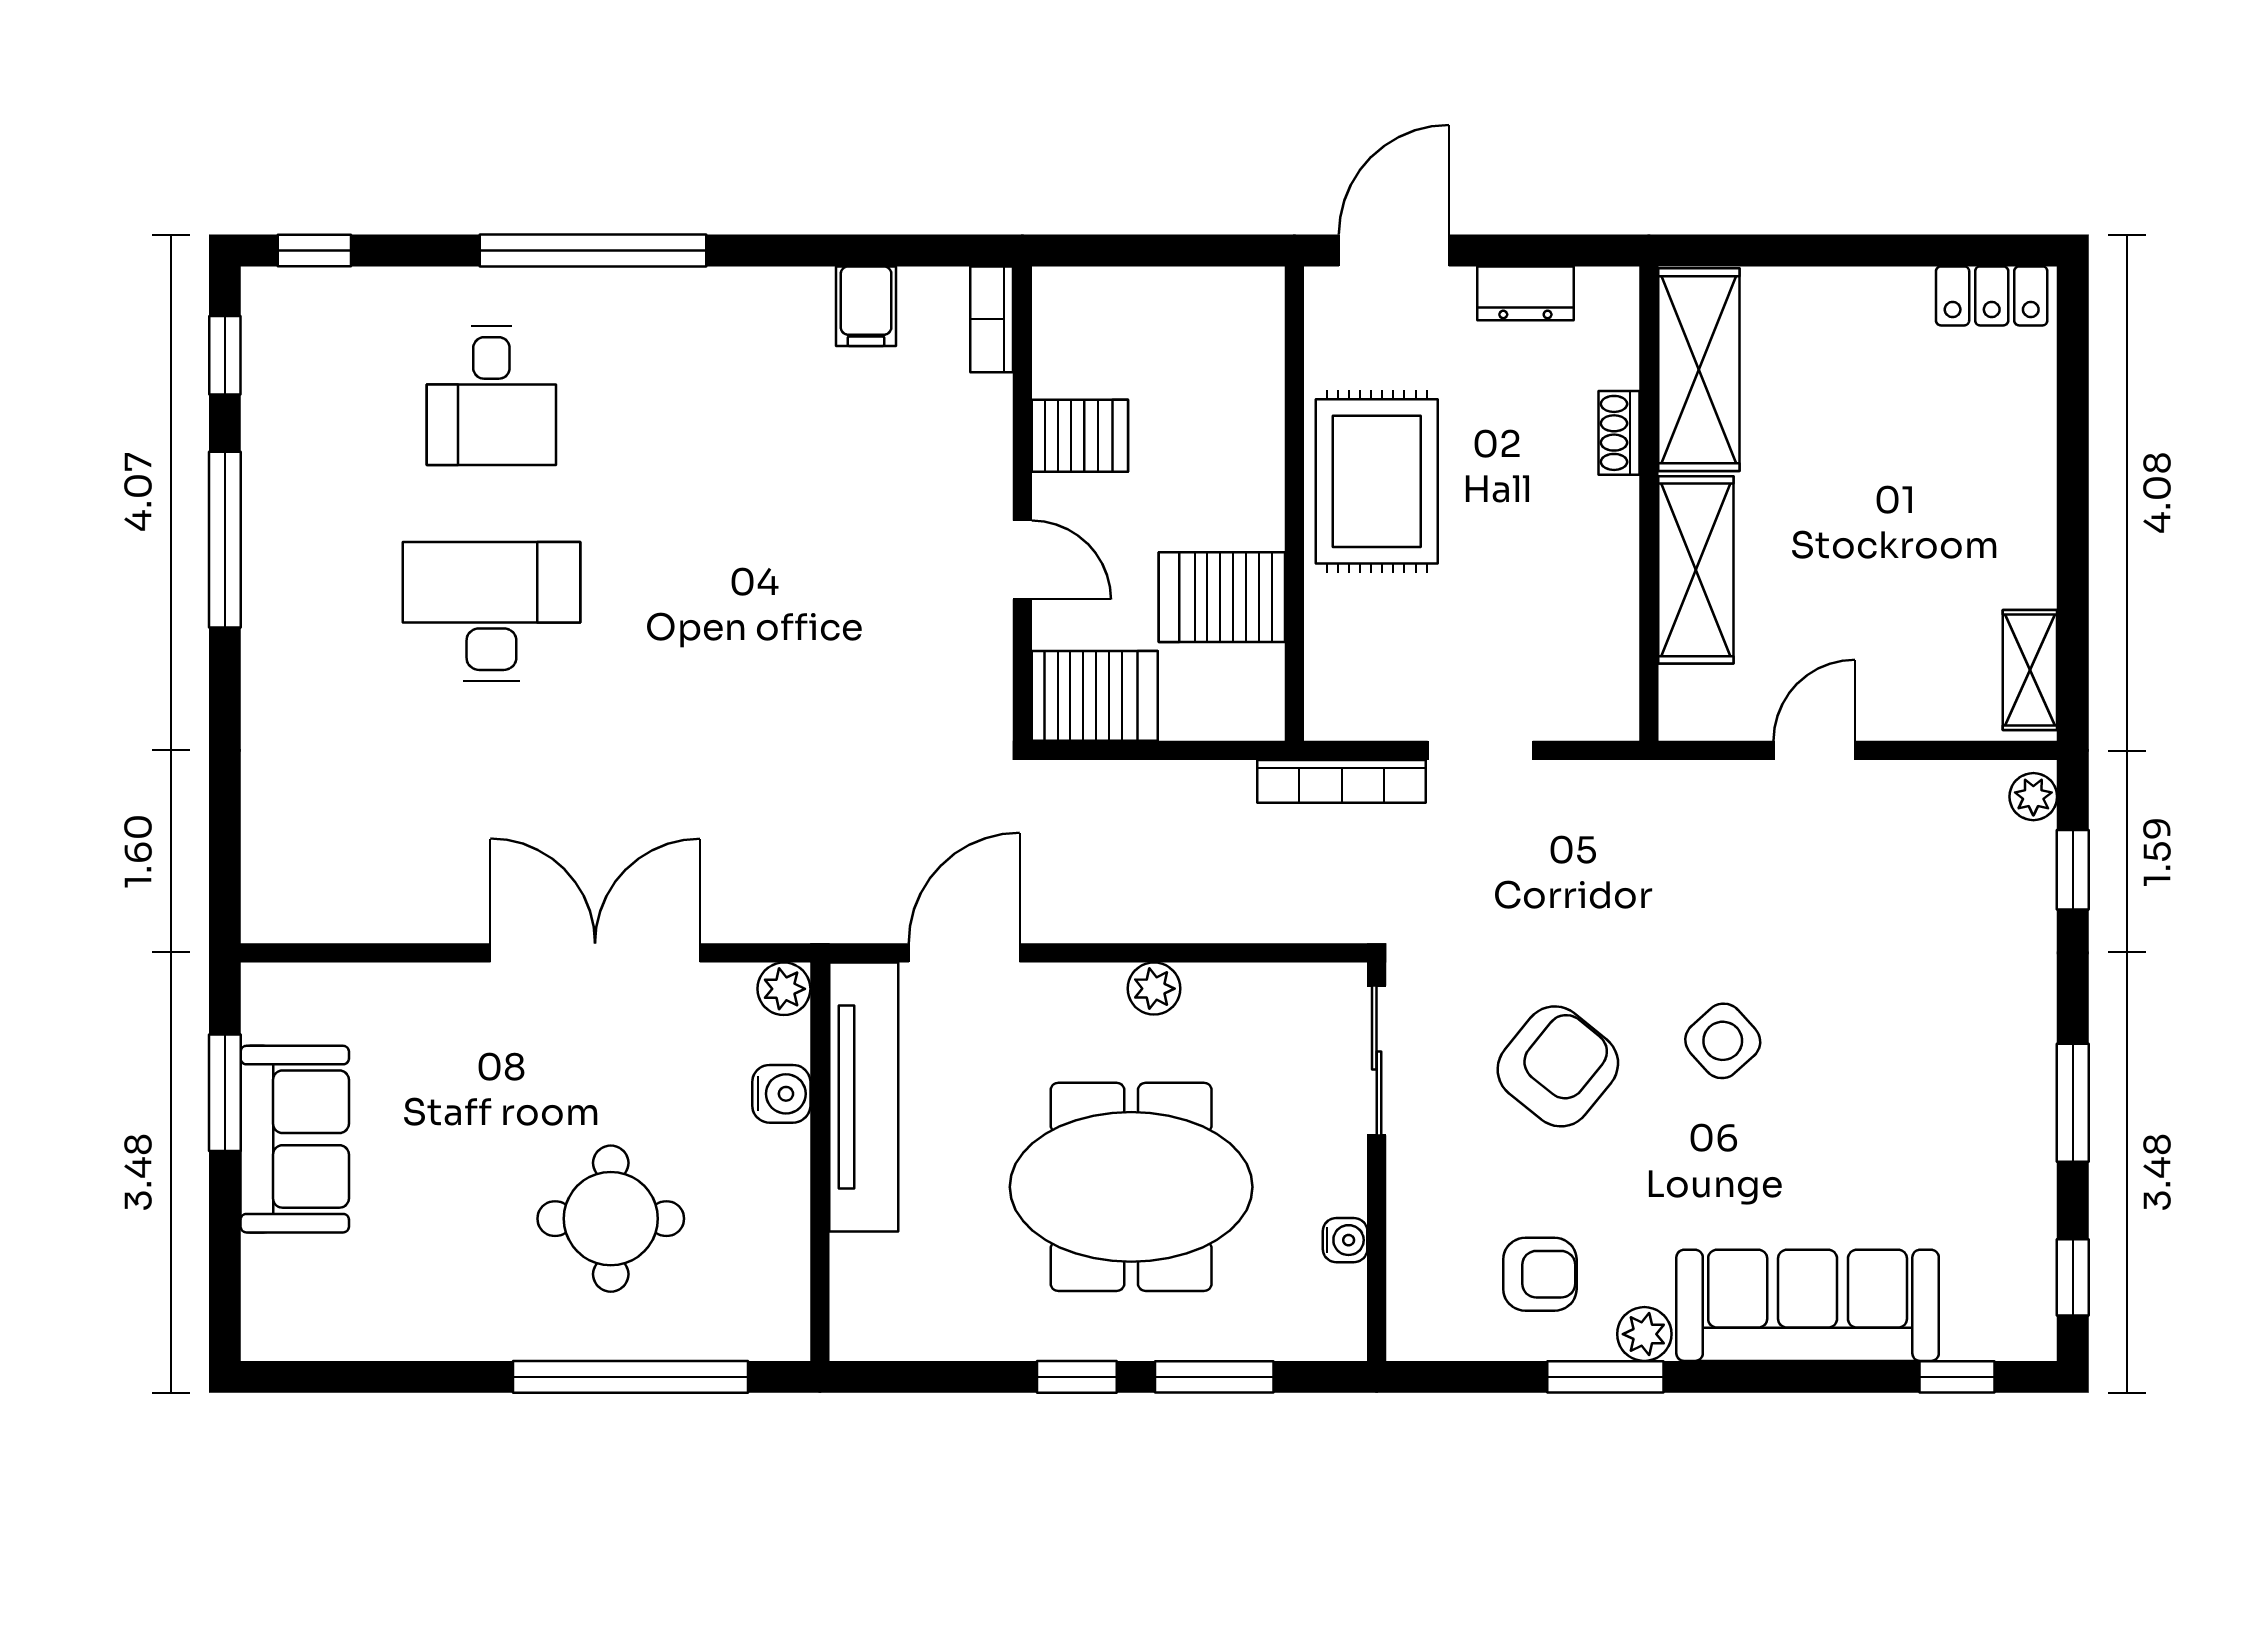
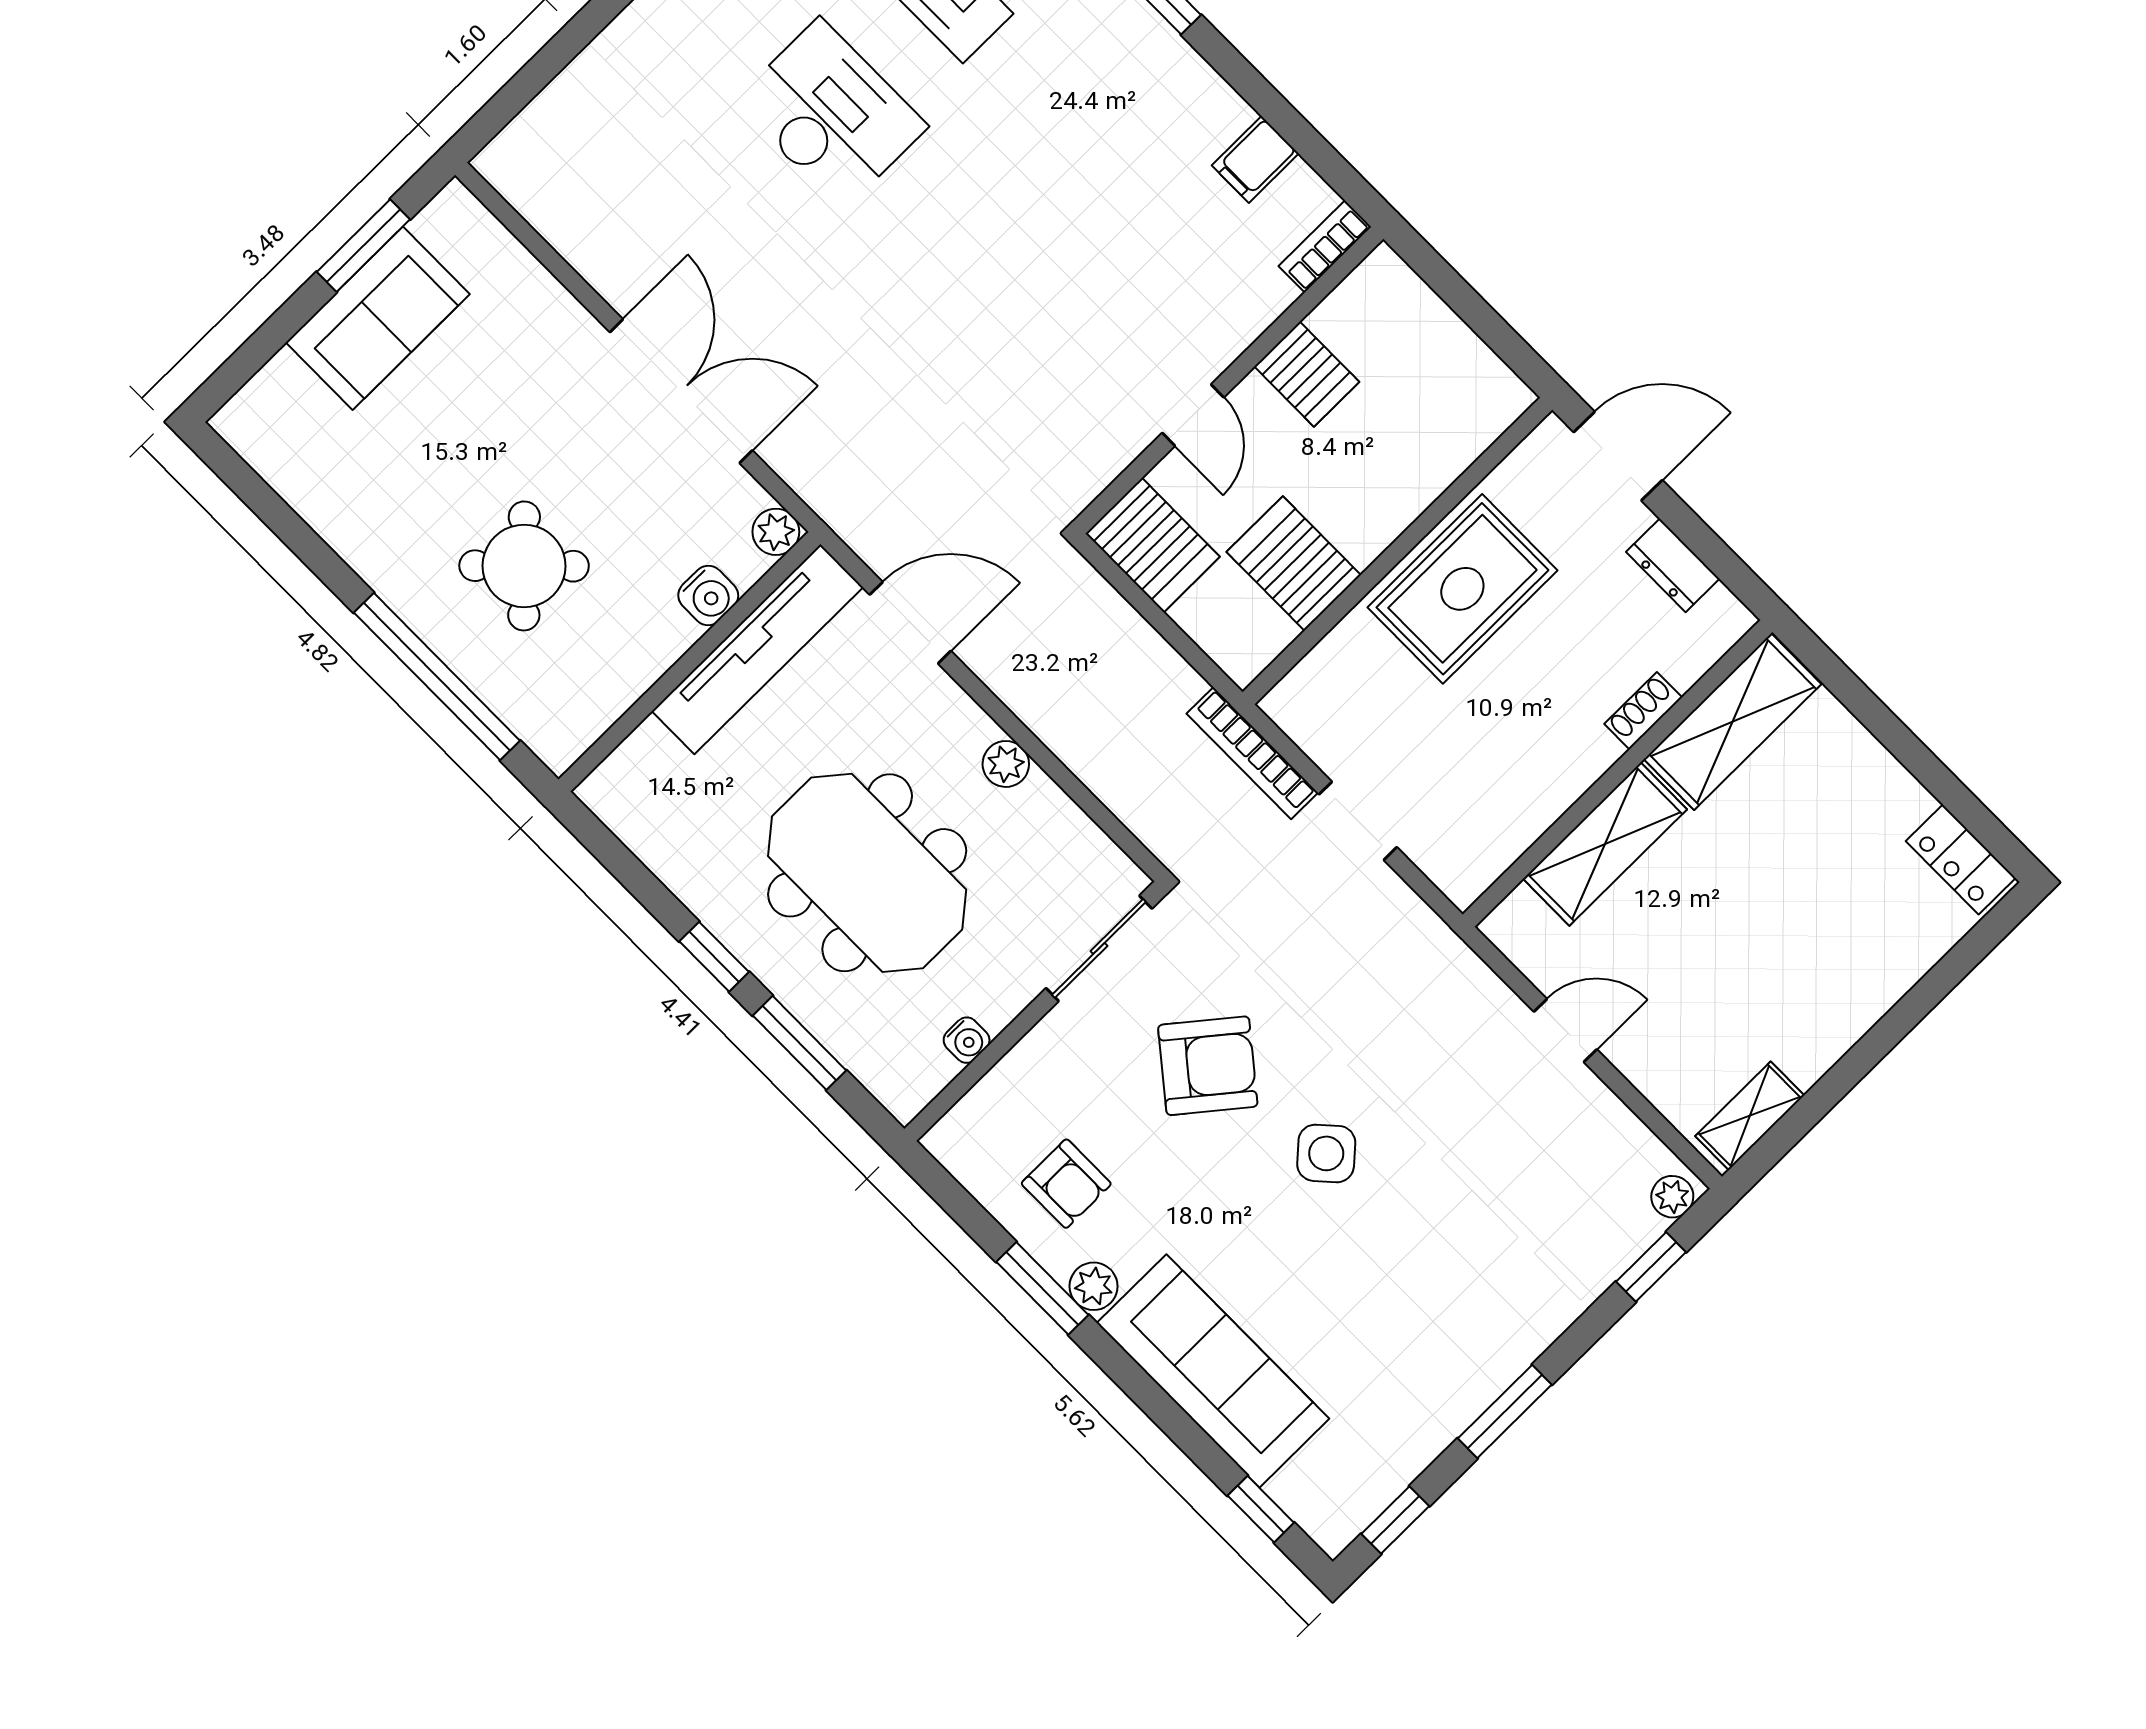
round table: (611, 1219) -> (524, 566), turned 45

